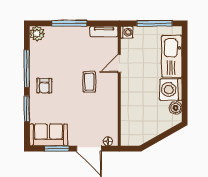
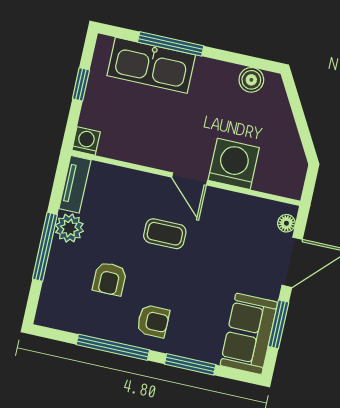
window: (155, 23) -> (81, 84), width x0.46
plant: (37, 33) -> (69, 228), moved
armchair: (61, 59) -> (110, 279), added
door: (119, 63) -> (190, 179), moved
window: (185, 64) -> (171, 44), added
washing machine: (171, 90) -> (234, 164), moved, turned 180

